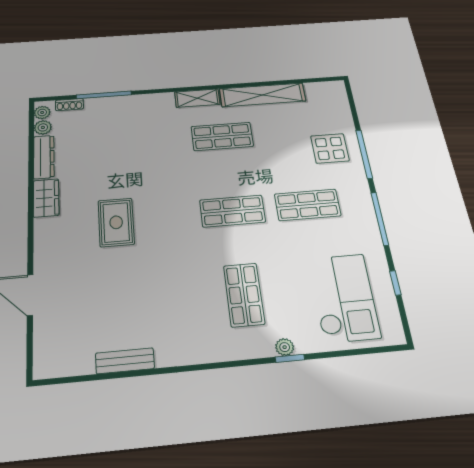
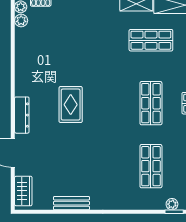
dresser: (44, 157) -> (22, 115), moved
wardrobe: (46, 198) -> (23, 191), moved
shop shelf: (232, 211) -> (151, 103), turned 90

